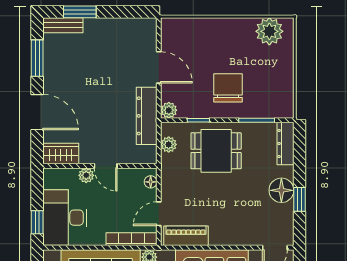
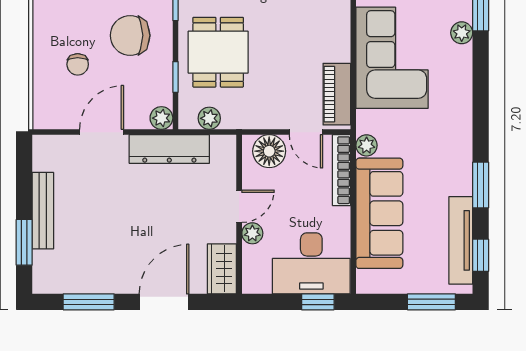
bench: (63, 25) -> (43, 211), moved, width x1.36
chair: (207, 50) -> (78, 64), added
floor lamp: (151, 182) -> (269, 151), width x1.89, depth x1.89

